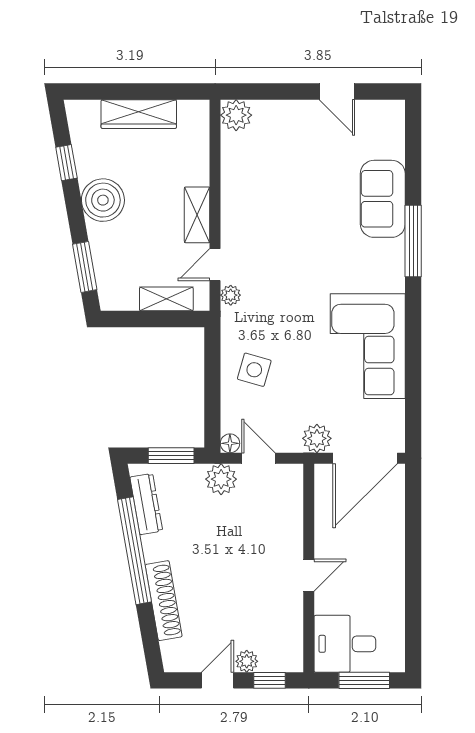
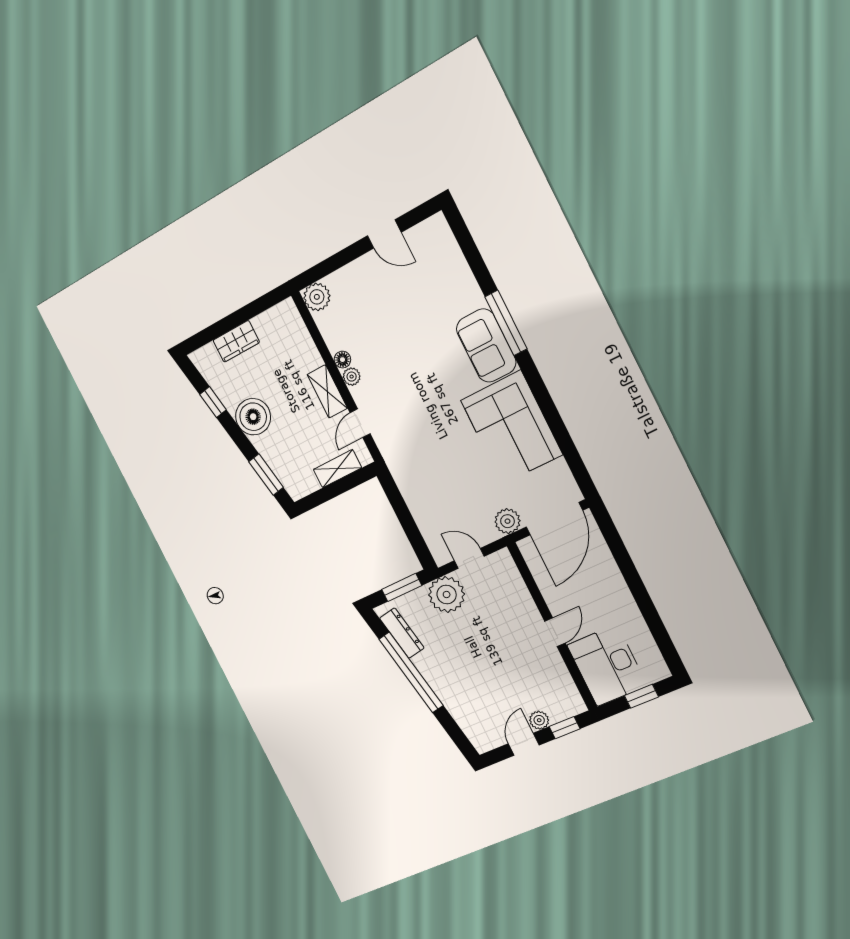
wardrobe: (139, 114) -> (236, 341), width x0.67
sofa: (383, 199) -> (486, 346), moved
plant: (231, 295) -> (352, 377), moved
side table: (254, 370) -> (431, 491), removed
floor lamp: (230, 443) -> (342, 360), moved
plant: (221, 479) -> (447, 594), width x1.36, depth x1.36
shoe rack: (164, 601) -> (452, 701), removed
desk: (345, 644) -> (607, 665), width x1.37
window: (364, 680) -> (641, 696), width x0.67

